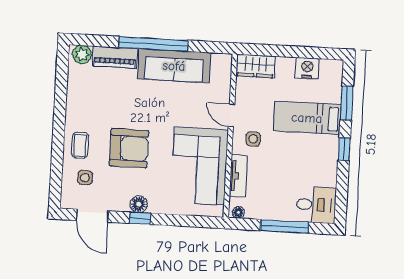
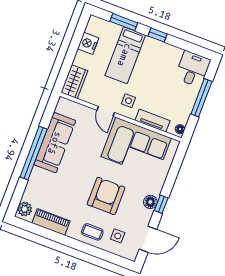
piano: (115, 57) -> (51, 222), moved, turned -90
door: (231, 115) -> (106, 111), hinge flipped

